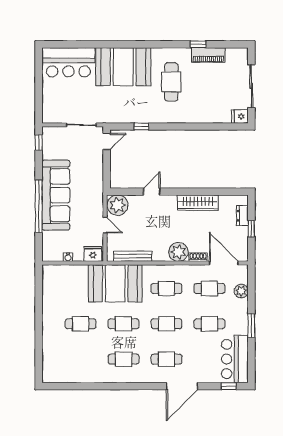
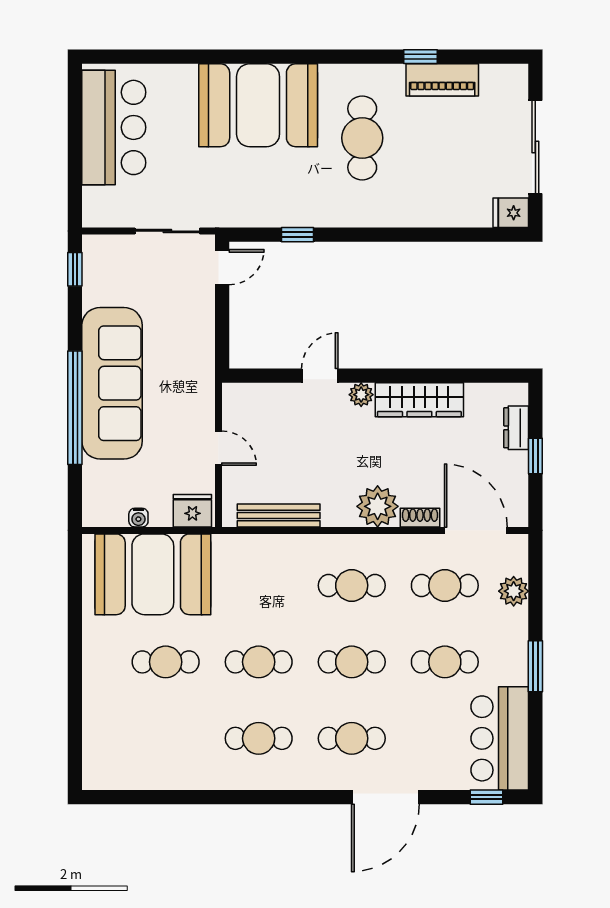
bar counter: (68, 62) -> (114, 127), moved, turned -90
plant: (118, 205) -> (361, 395), moved, width x0.53, depth x0.53
booth: (115, 283) -> (153, 574), moved

